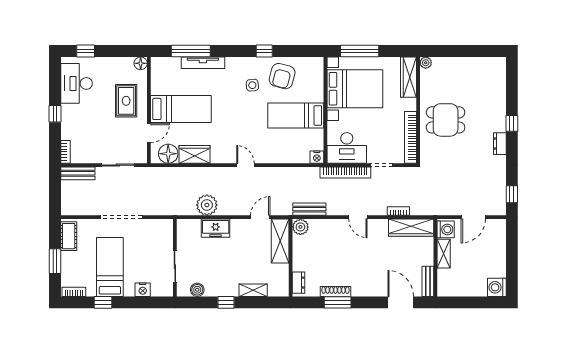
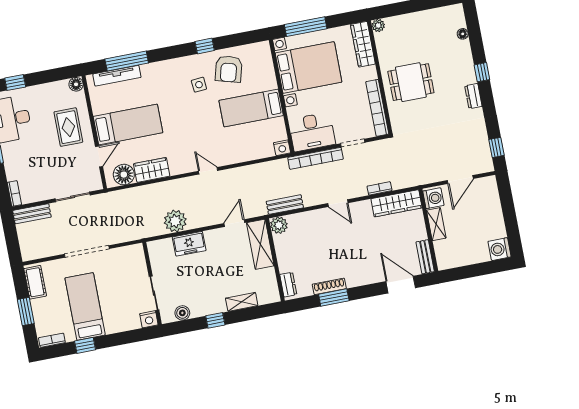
tv unit: (203, 63) -> (117, 76), moved
floor lamp: (501, 85) -> (463, 34), added
nightstand: (143, 290) -> (149, 319), moved

